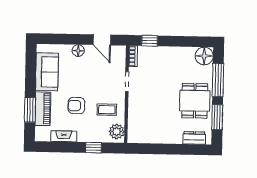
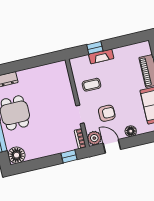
armchair: (76, 106) -> (107, 113), moved
plant: (117, 131) -> (94, 138), moved
fireplace: (64, 136) -> (101, 56), moved

